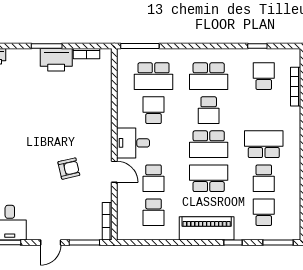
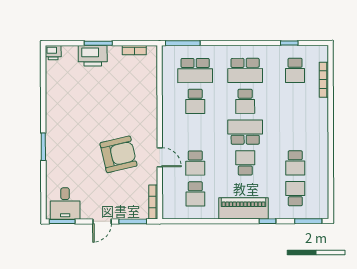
printer: (56, 60) -> (93, 56), moved
school desk: (264, 76) -> (295, 70), turned 180
school desk: (154, 110) -> (195, 101), turned 180
desk: (133, 143) -> (177, 131), removed
school desk: (209, 144) -> (245, 132), turned 180
school desk: (264, 144) -> (295, 132), removed
armchair: (69, 169) -> (119, 154), width x1.88, depth x1.88
school desk: (209, 178) -> (245, 163), width x0.54

